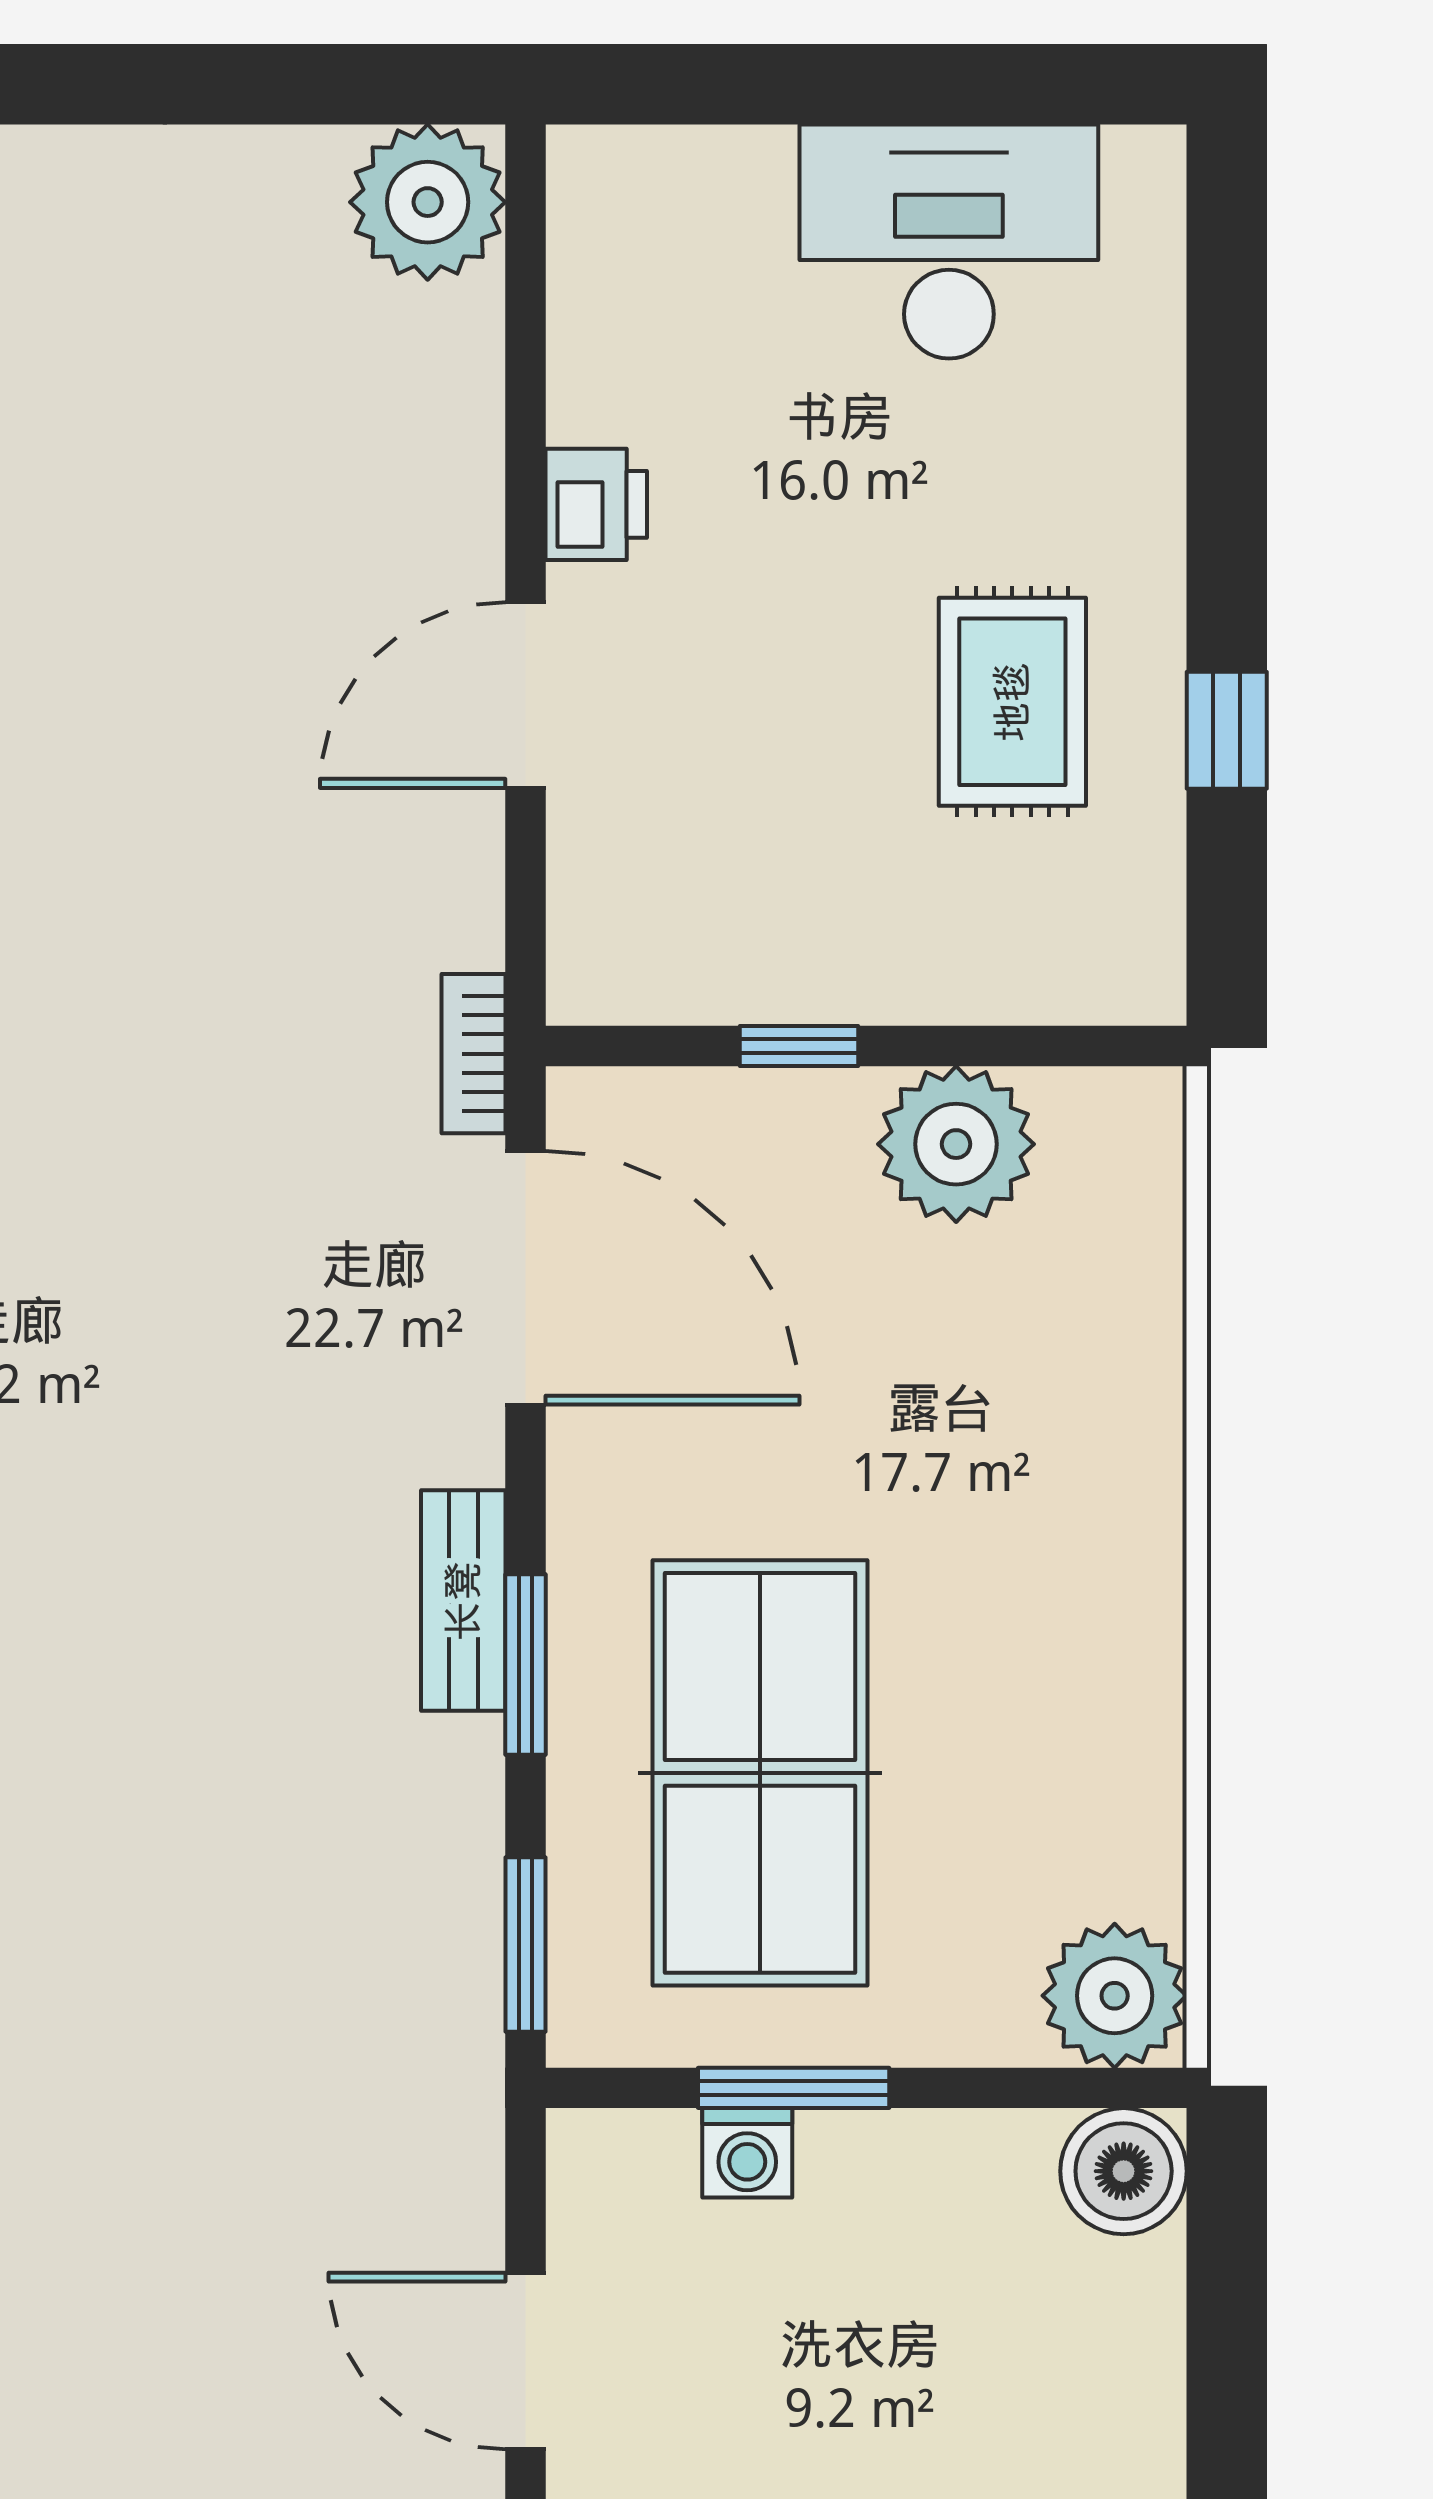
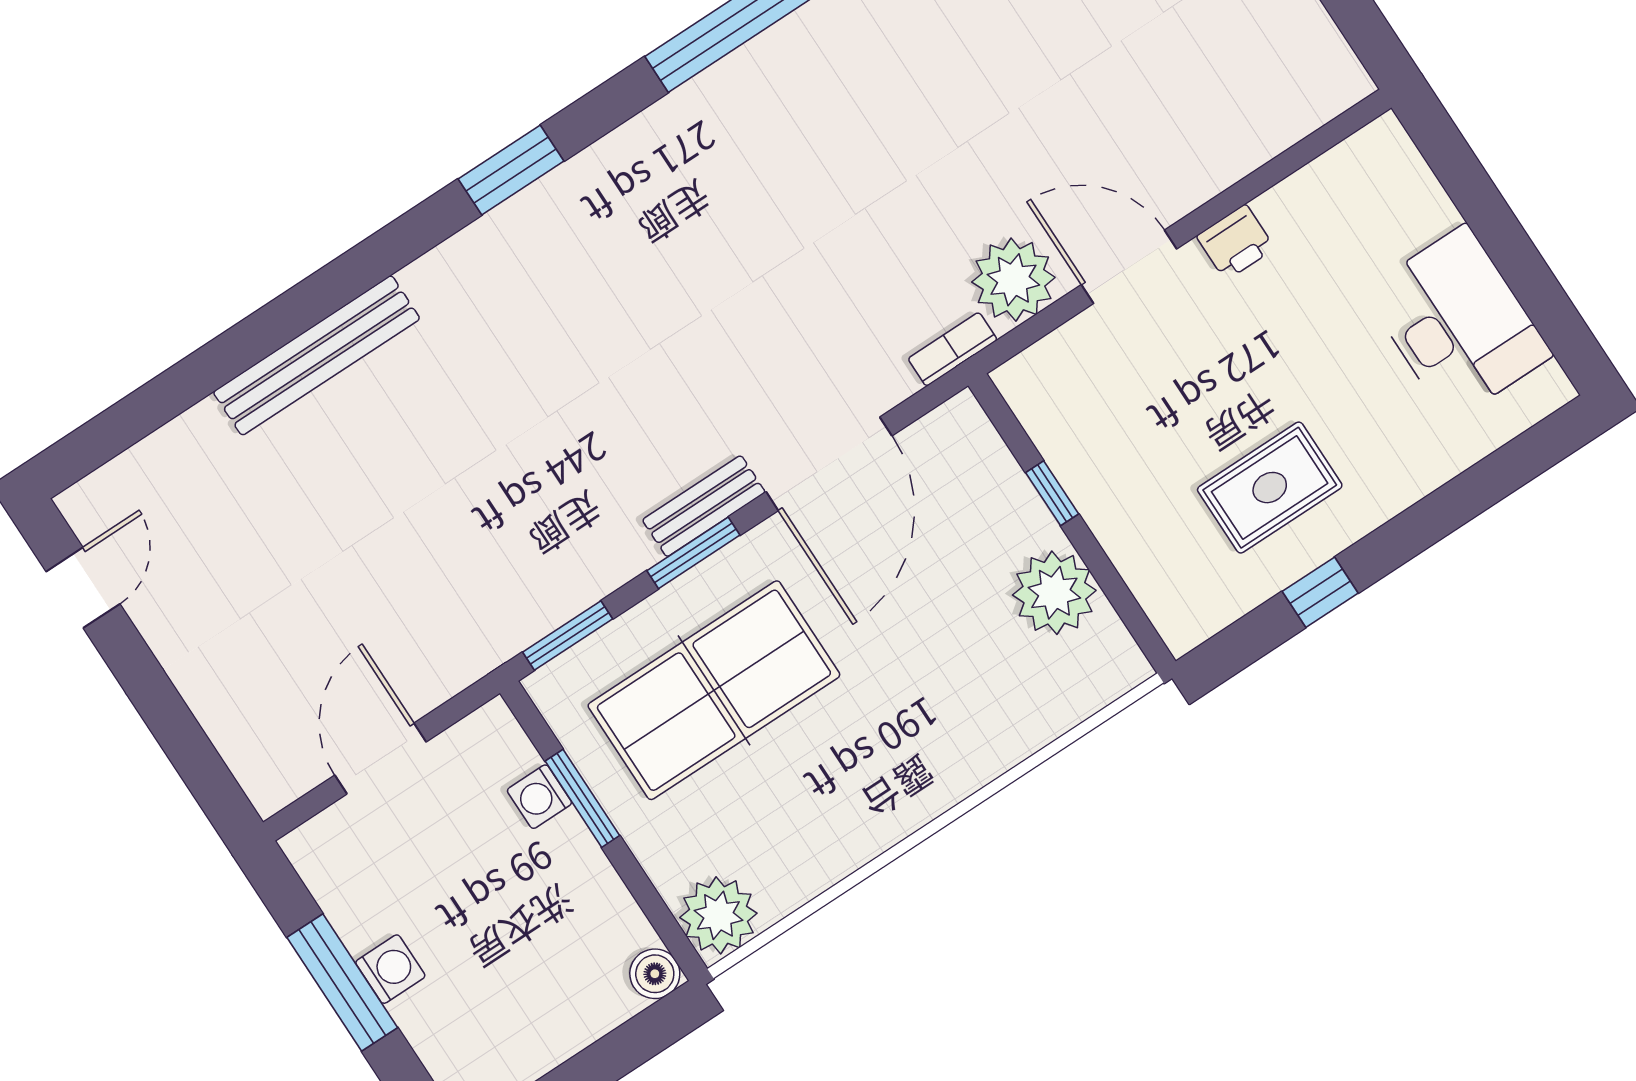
plant: (428, 202) -> (1013, 280), moved
door: (525, 1278) -> (829, 464), moved
boiler: (1124, 2171) -> (655, 974), width x0.73, depth x0.73

